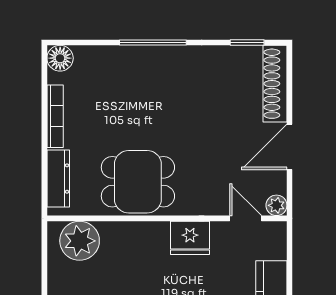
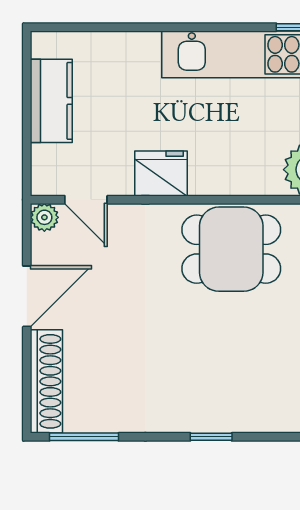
window: (153, 43) -> (211, 437), width x0.46
window: (247, 43) -> (84, 437), width x1.50

